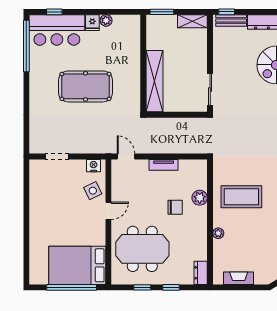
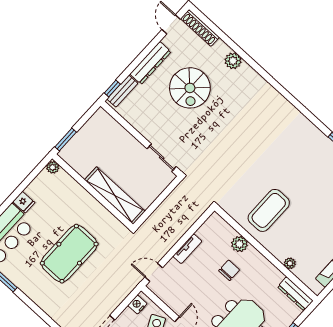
plant: (106, 20) -> (53, 167), moved
shelving: (192, 21) -> (95, 122), removed
plant: (218, 233) -> (290, 263), moved
dresser: (201, 273) -> (295, 294), width x1.44

